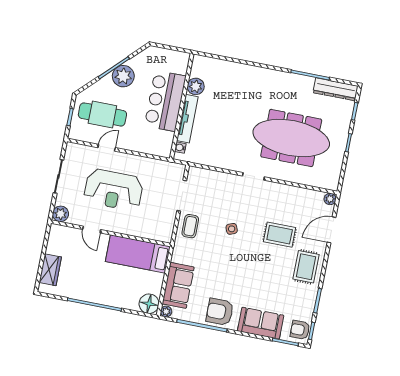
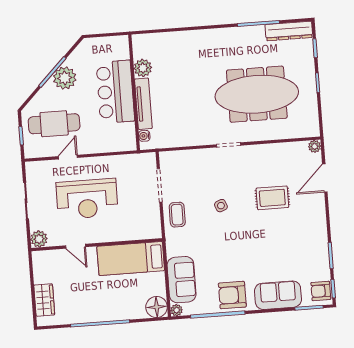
rug: (306, 267) -> (309, 224), removed

